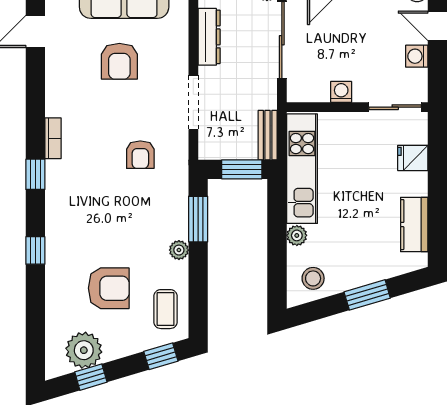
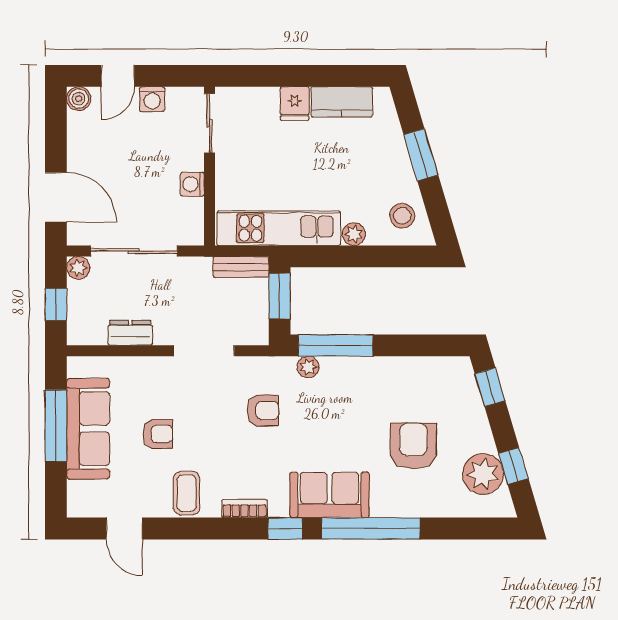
dresser: (209, 37) -> (130, 333), width x0.70
armchair: (119, 61) -> (158, 434), width x0.72, depth x0.72
fridge: (413, 158) -> (295, 104), moved
sofa: (65, 214) -> (329, 495), added
window: (198, 219) -> (336, 345), width x1.44
window: (35, 250) -> (371, 529), width x3.17
plant: (179, 250) -> (308, 367), moved
coffee table: (165, 309) -> (187, 493), moved, turned 90

